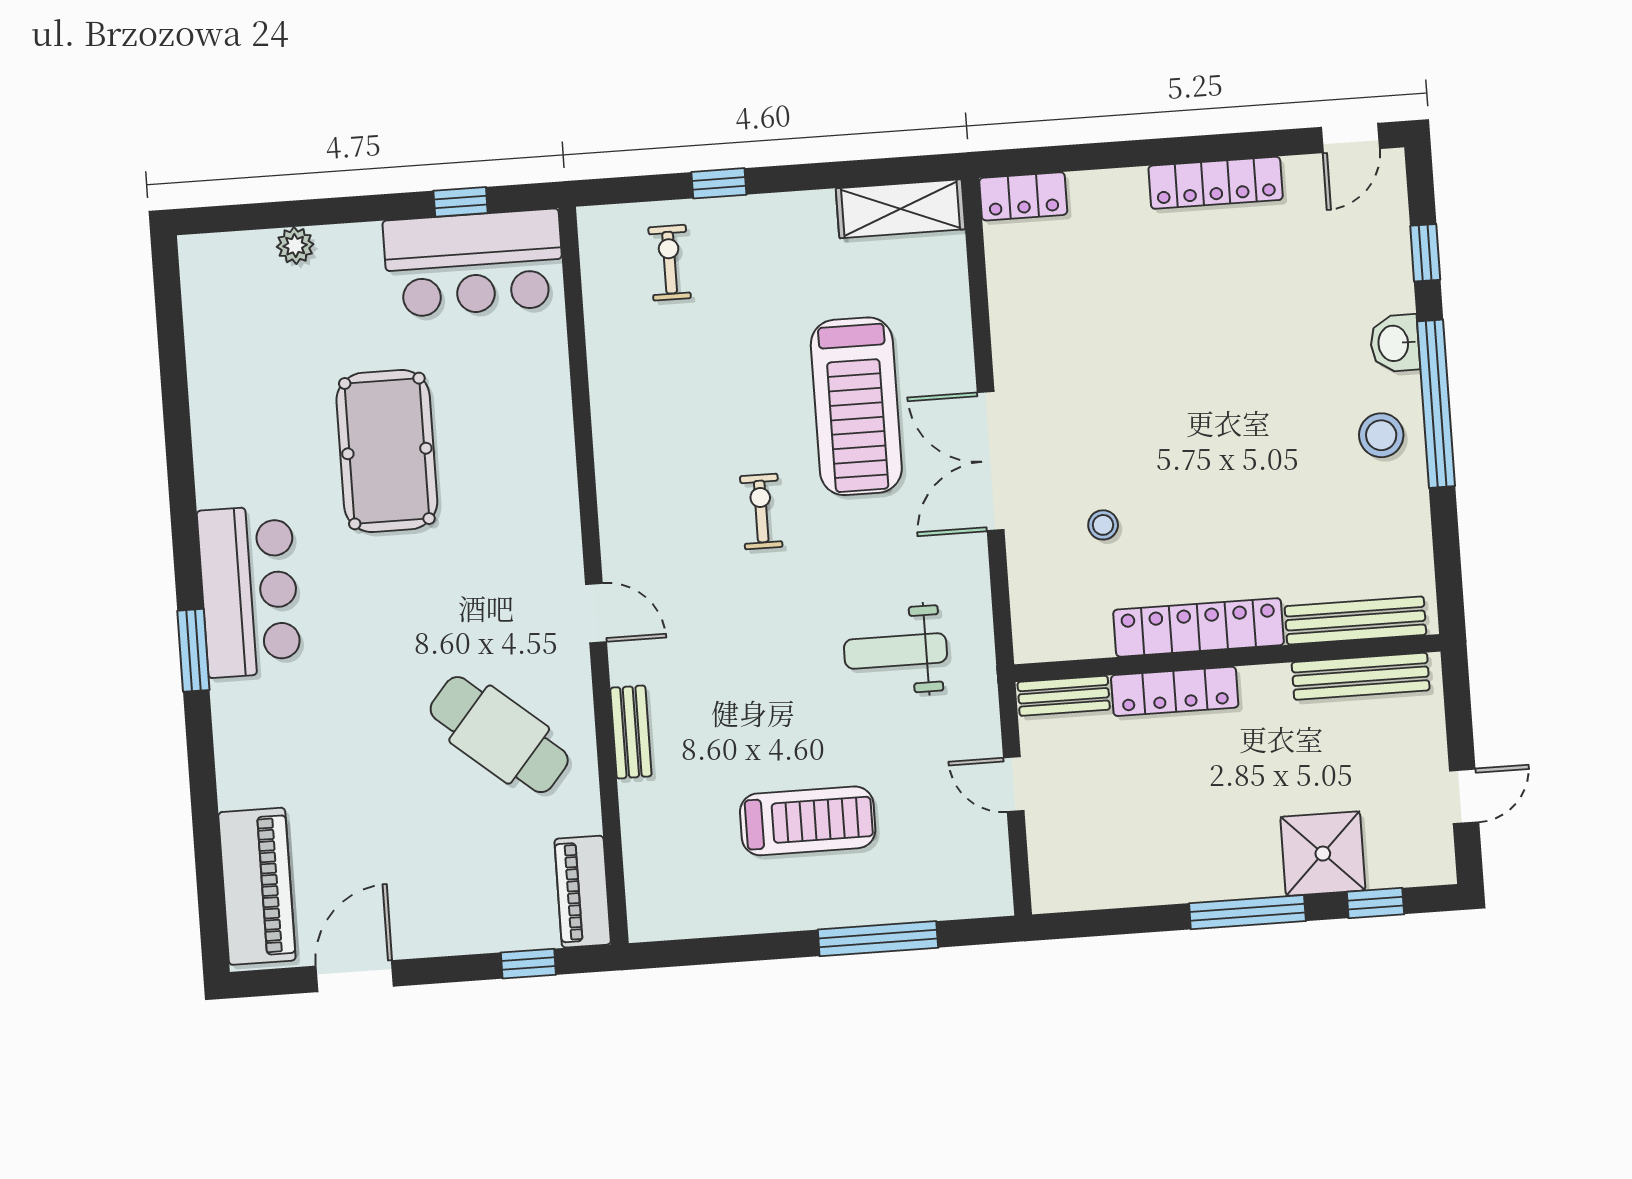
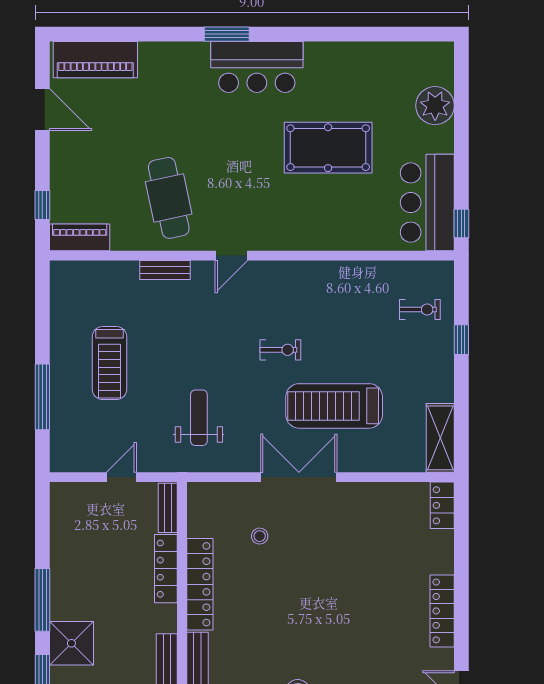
window: (461, 202) -> (461, 223), moved
plant: (295, 246) -> (435, 106), width x1.88, depth x1.88
cafe table: (499, 735) -> (169, 198), turned -52

